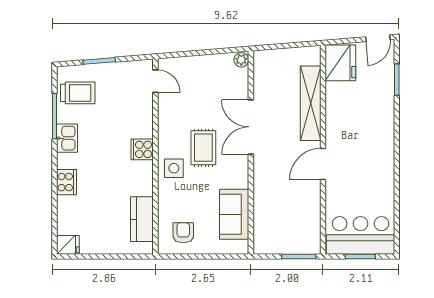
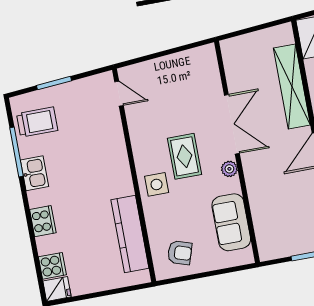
plant: (241, 60) -> (229, 169), moved
double door: (251, 127) -> (232, 124), swing flipped
cooker: (142, 149) -> (52, 266), moved, turned 180
kitchen counter: (142, 219) -> (130, 234), width x1.50
armchair: (183, 233) -> (180, 253), turned 108

